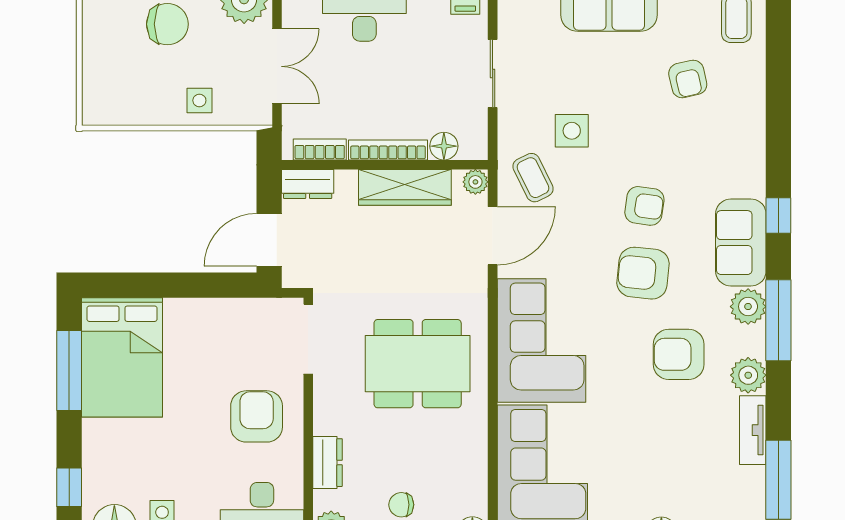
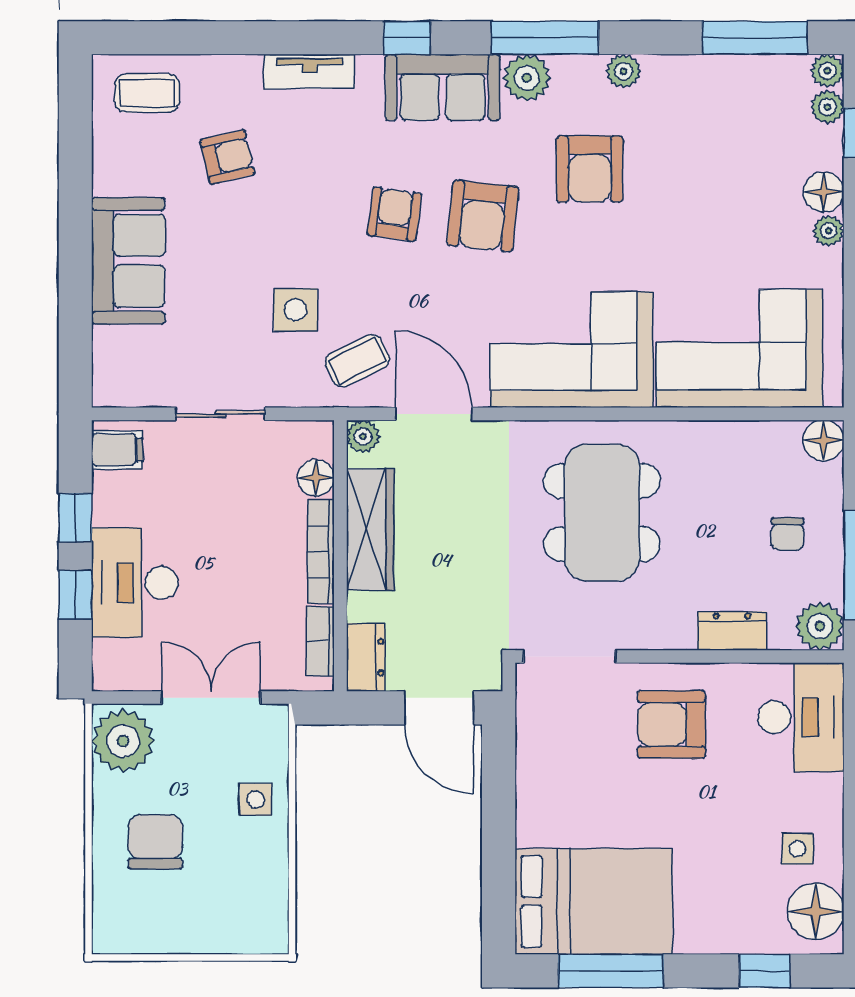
plant: (748, 375) -> (624, 71), width x0.73, depth x0.73
tv unit: (753, 430) -> (309, 72), moved

